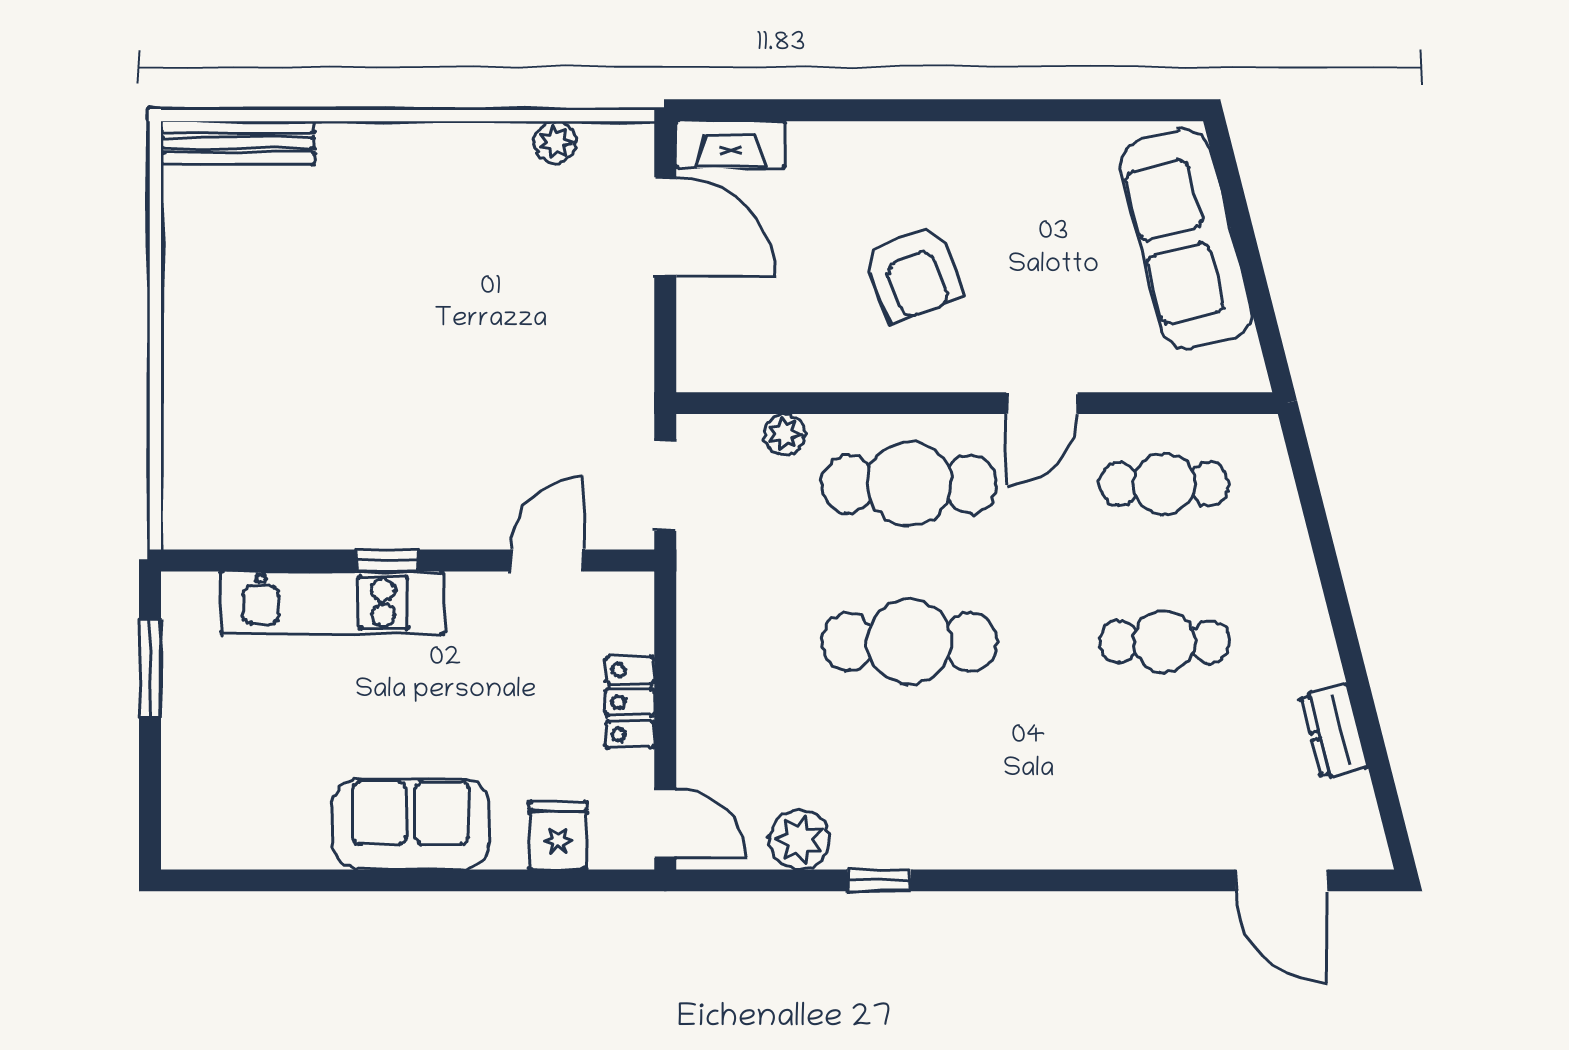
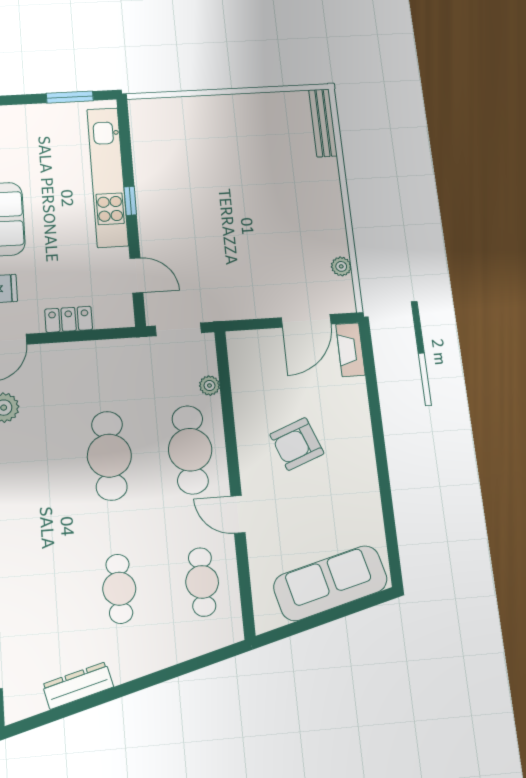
kitchen unit: (332, 603) -> (108, 177), width x1.36
dresser: (1334, 731) -> (78, 686), width x1.44

